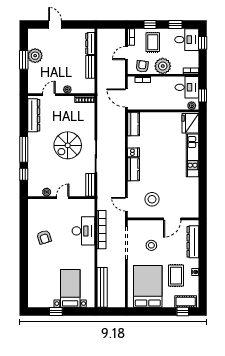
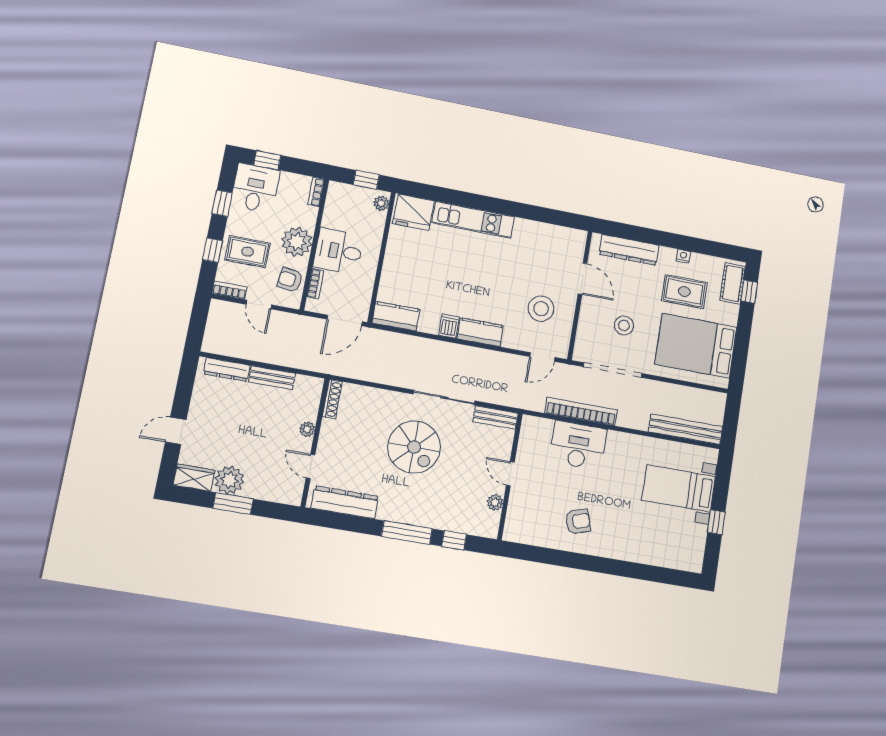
wardrobe: (33, 38) -> (194, 478), added
desk: (187, 87) -> (338, 251), moved, turned -90

